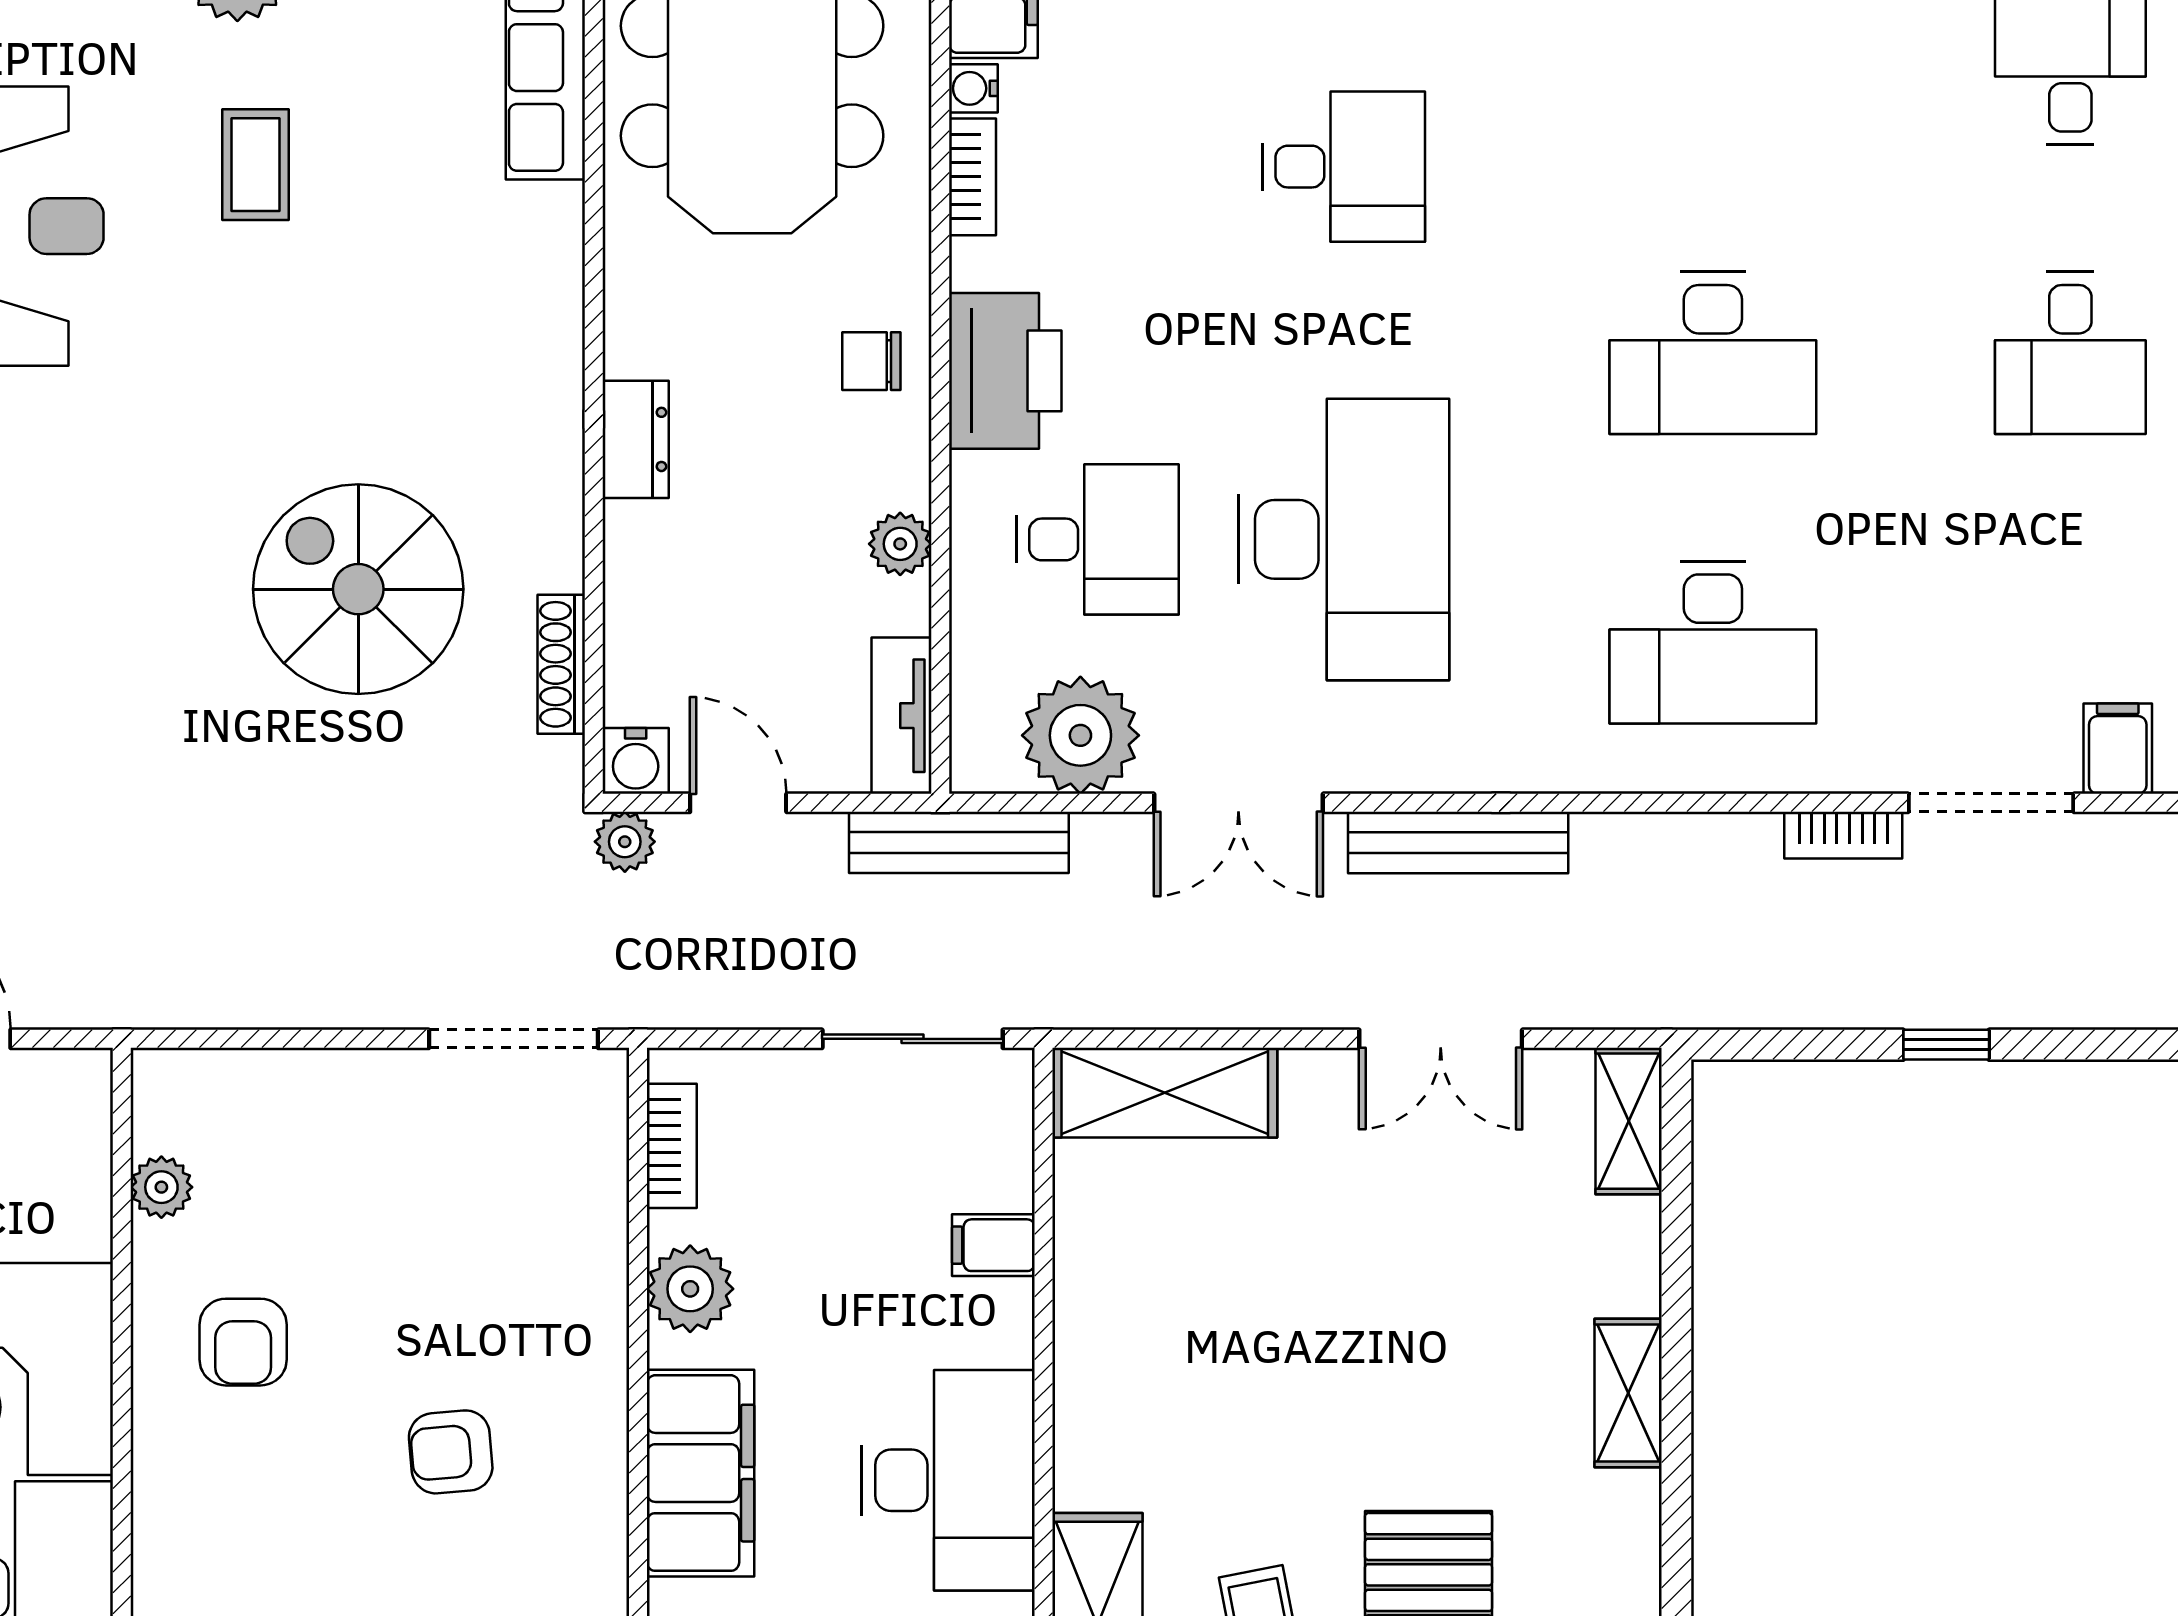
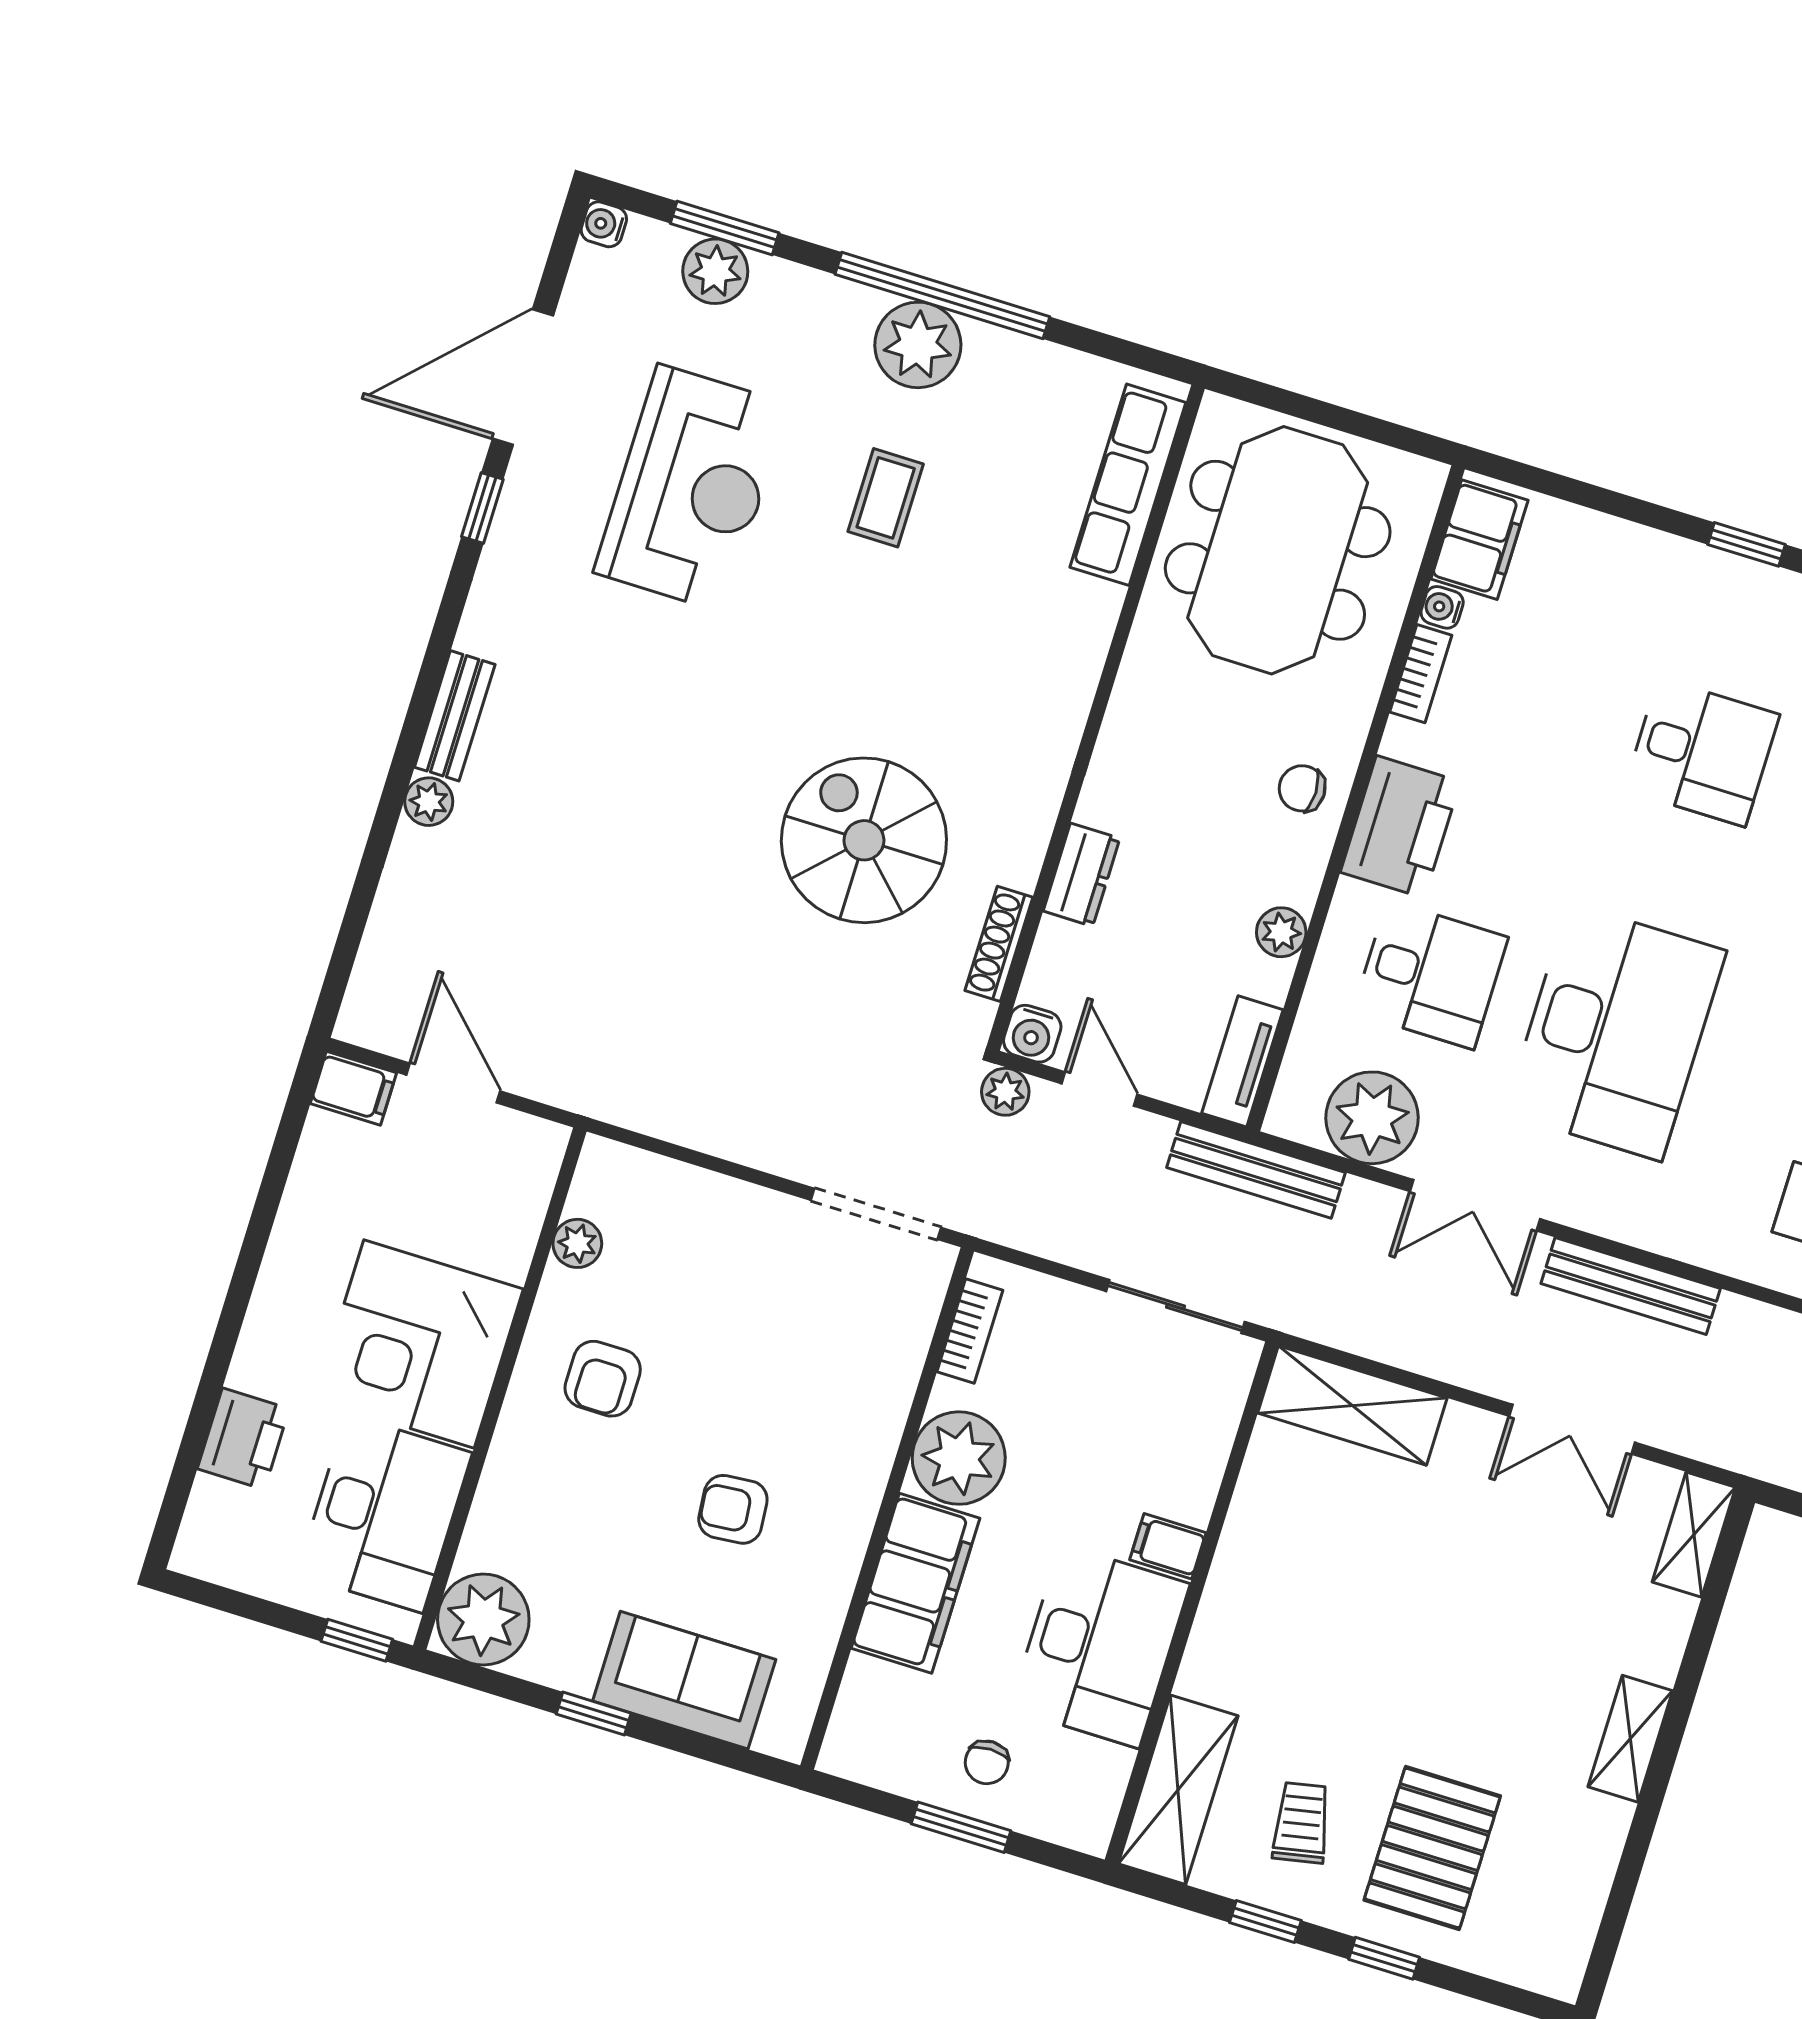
dresser: (636, 439) -> (1081, 875), moved
filing cabinet: (993, 1245) -> (1168, 1546), moved
plant: (690, 1289) -> (959, 1458), width x1.36, depth x1.36

